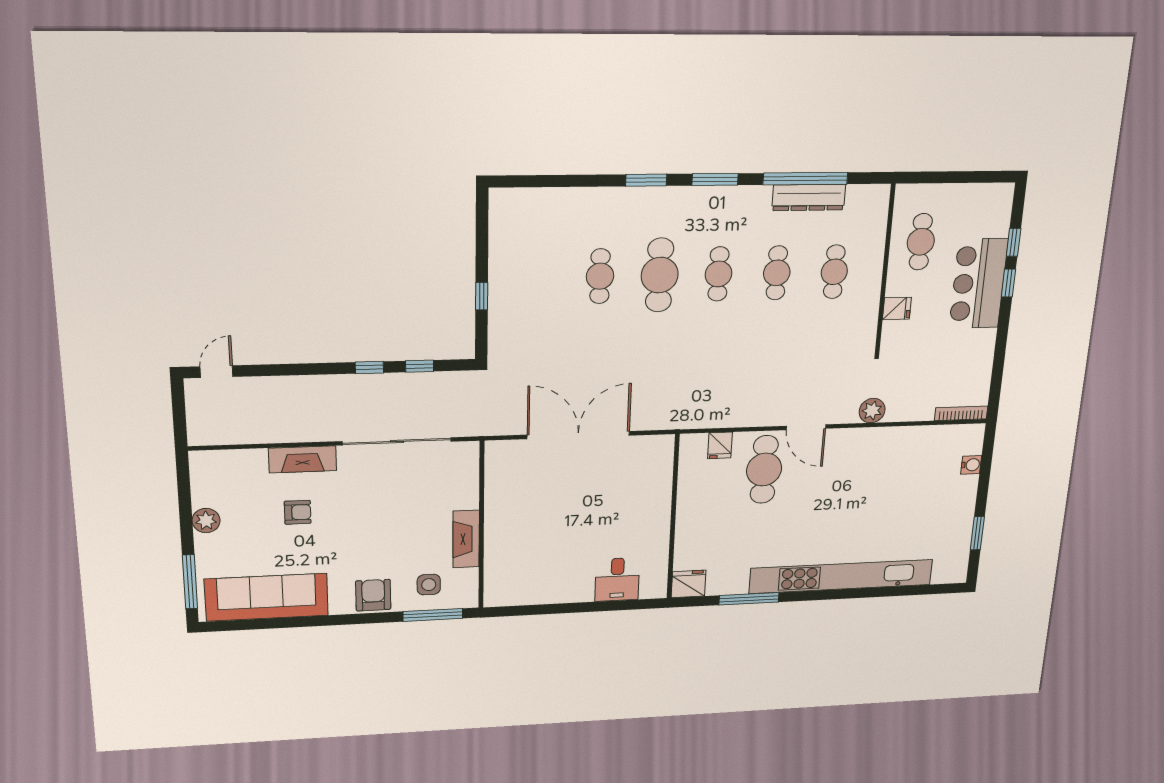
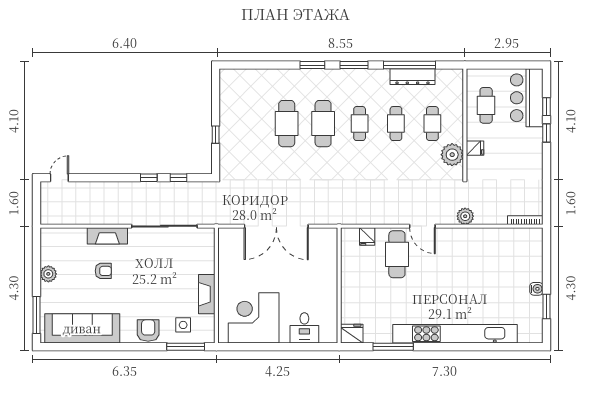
cafe table: (600, 276) -> (287, 124), width x1.37, depth x1.35
bar counter: (978, 284) -> (527, 98), moved
plant: (861, 319) -> (452, 155), added
double door: (578, 435) -> (276, 226), swing flipped
water cooler: (971, 465) -> (536, 289), moved
corner desk: (540, 569) -> (254, 318), added

